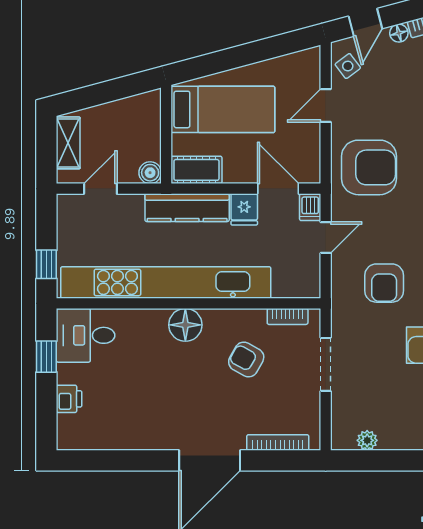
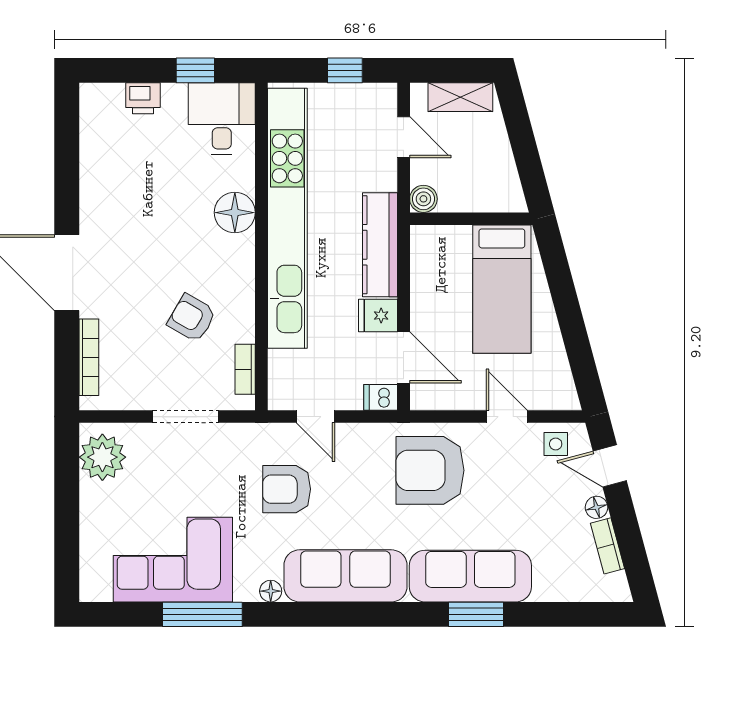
side table: (348, 66) -> (556, 444), turned 37
armchair: (369, 167) -> (430, 470), turned 90
cot: (196, 170) -> (427, 256), removed
door: (278, 189) -> (404, 358), hinge flipped
door: (326, 238) -> (316, 417), moved
window: (46, 264) -> (345, 70), moved
floor lamp: (185, 325) -> (235, 213), moved
armchair: (246, 359) -> (192, 318), turned -89
plant: (367, 440) -> (102, 457), width x1.87, depth x1.87

